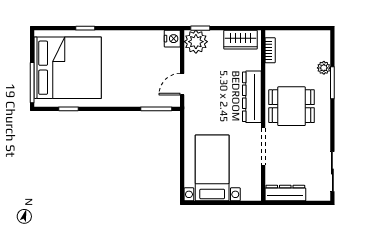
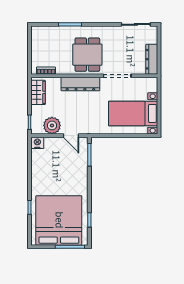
plant: (196, 42) -> (52, 125), moved
plant: (324, 68) -> (59, 31), removed

